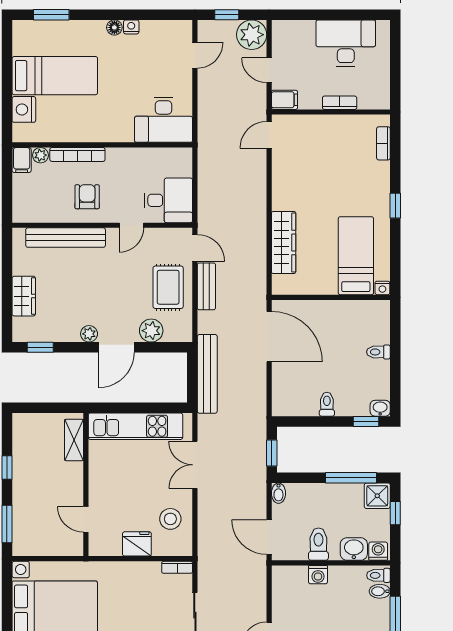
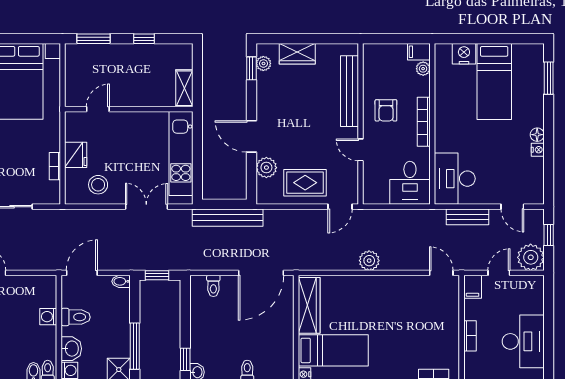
bookcase: (77, 154) -> (424, 122), moved
armchair: (87, 197) -> (386, 110), turned 90
desk: (168, 200) -> (410, 183), moved
plant: (255, 215) -> (369, 261), added
wardrobe: (284, 243) -> (309, 305), moved, turned -90
bench: (206, 286) -> (468, 217), moved
plant: (89, 334) -> (263, 63), moved
toilet: (327, 404) -> (213, 286), moved, turned 90
shelving: (74, 440) -> (184, 88), moved, turned 90
bookcase: (177, 567) -> (55, 166), moved

